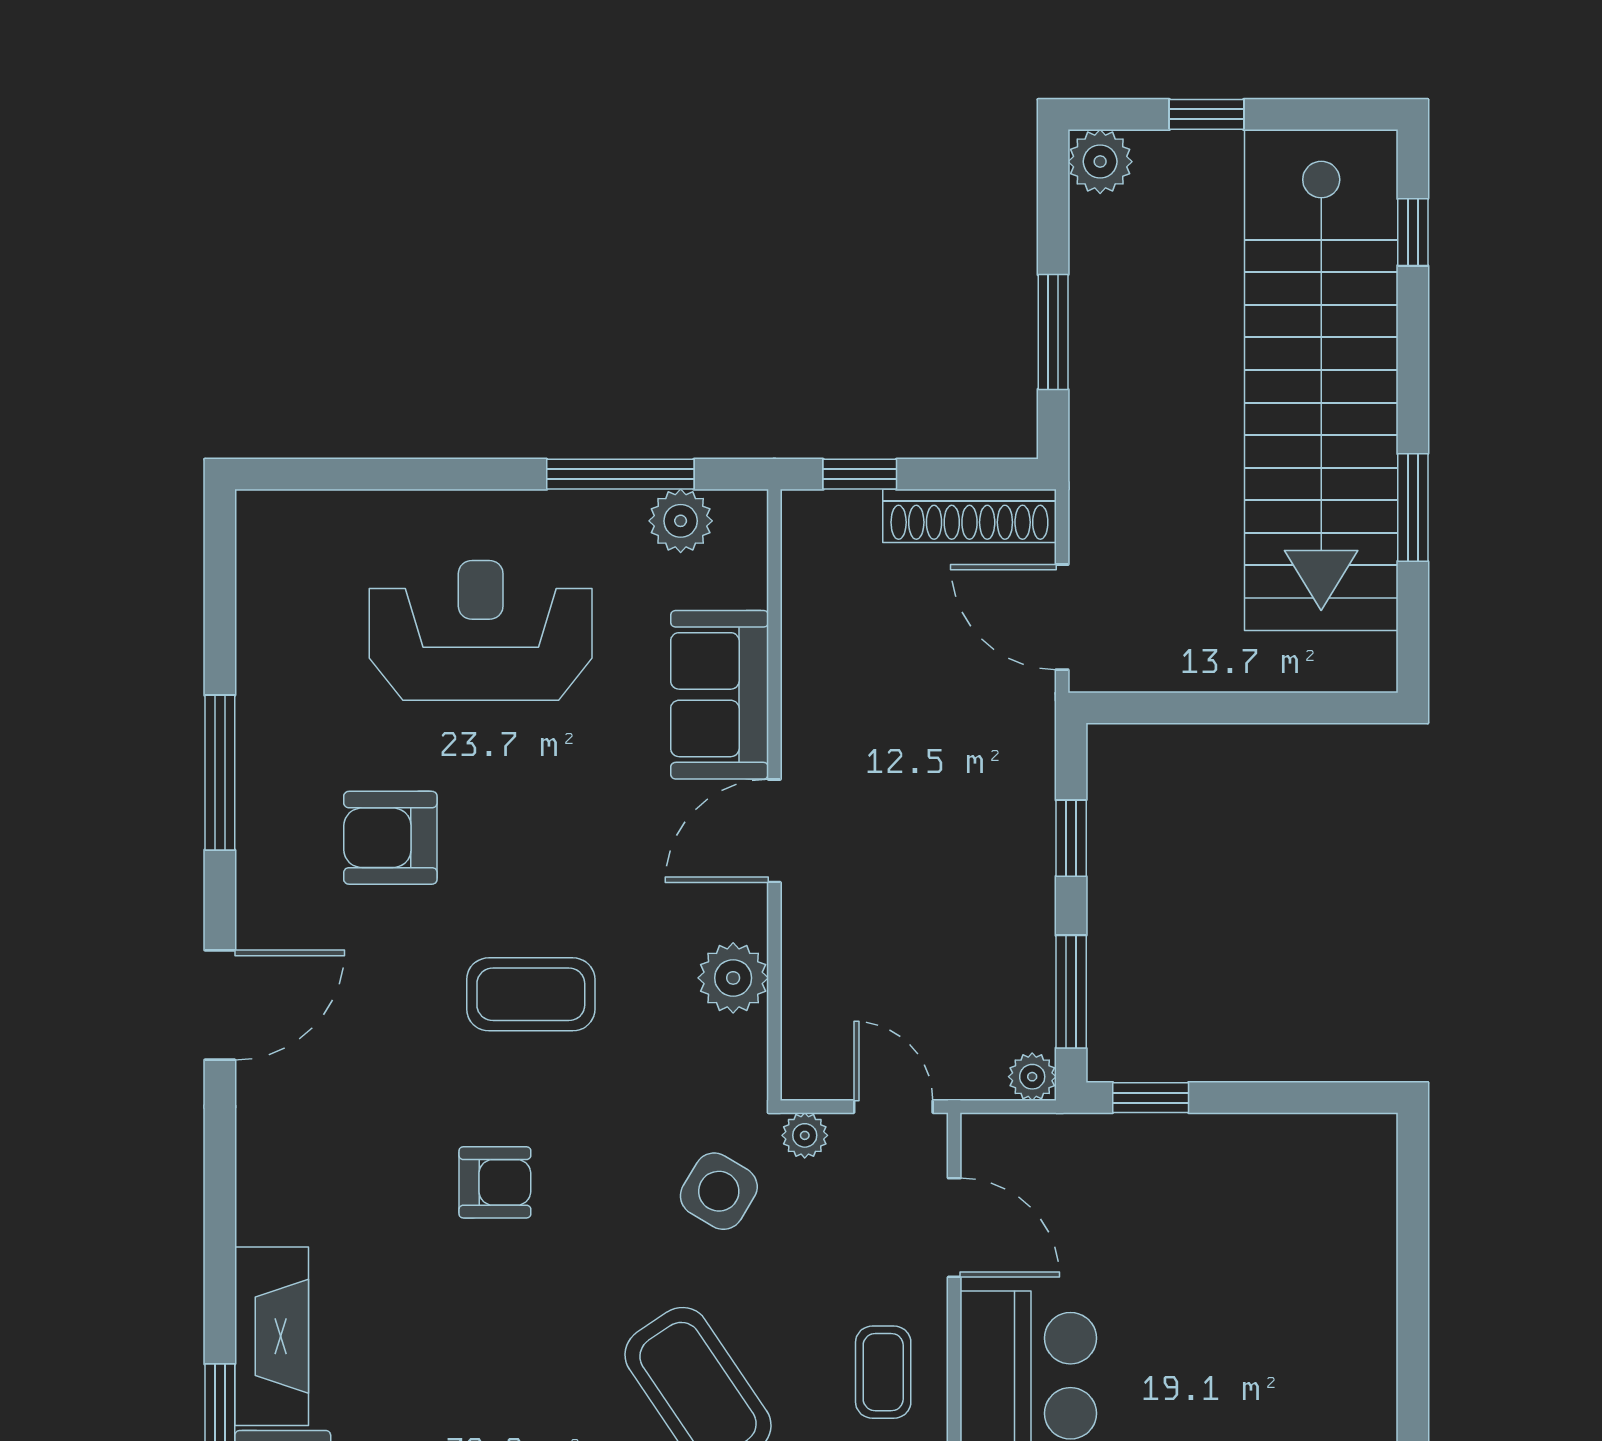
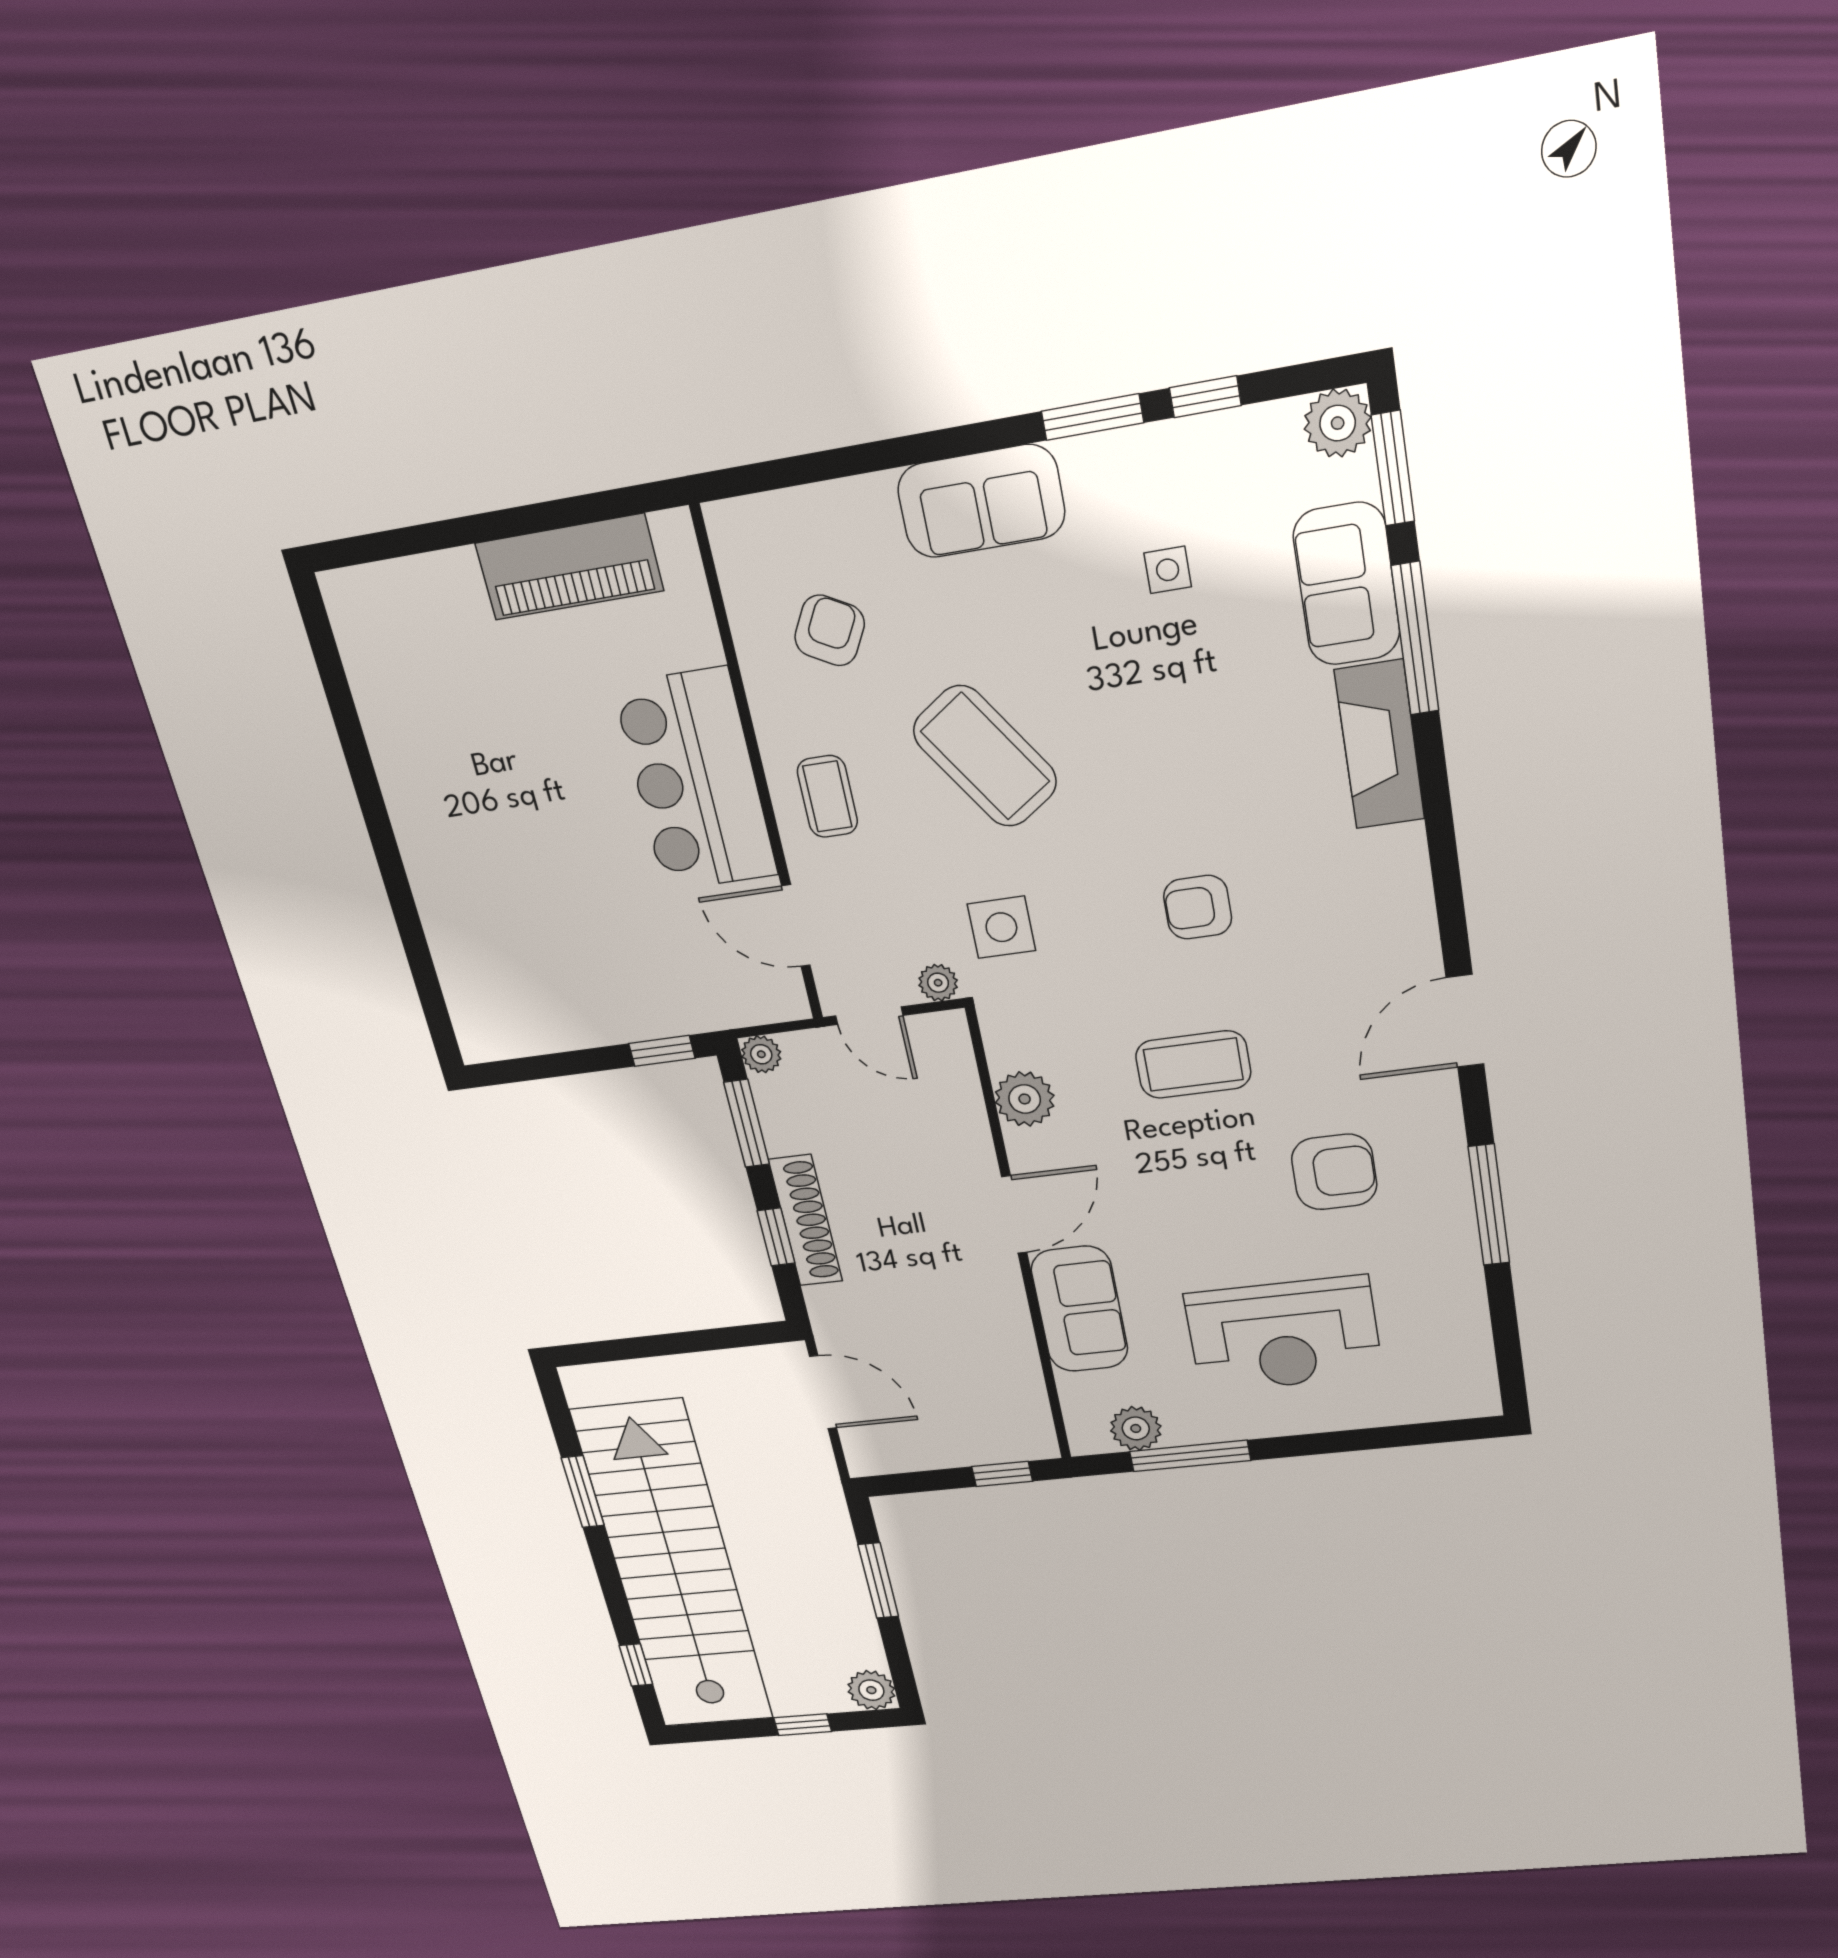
shoe rack: (969, 516) -> (806, 1220), moved, turned 90
side table: (719, 1191) -> (1001, 927), turned -31

